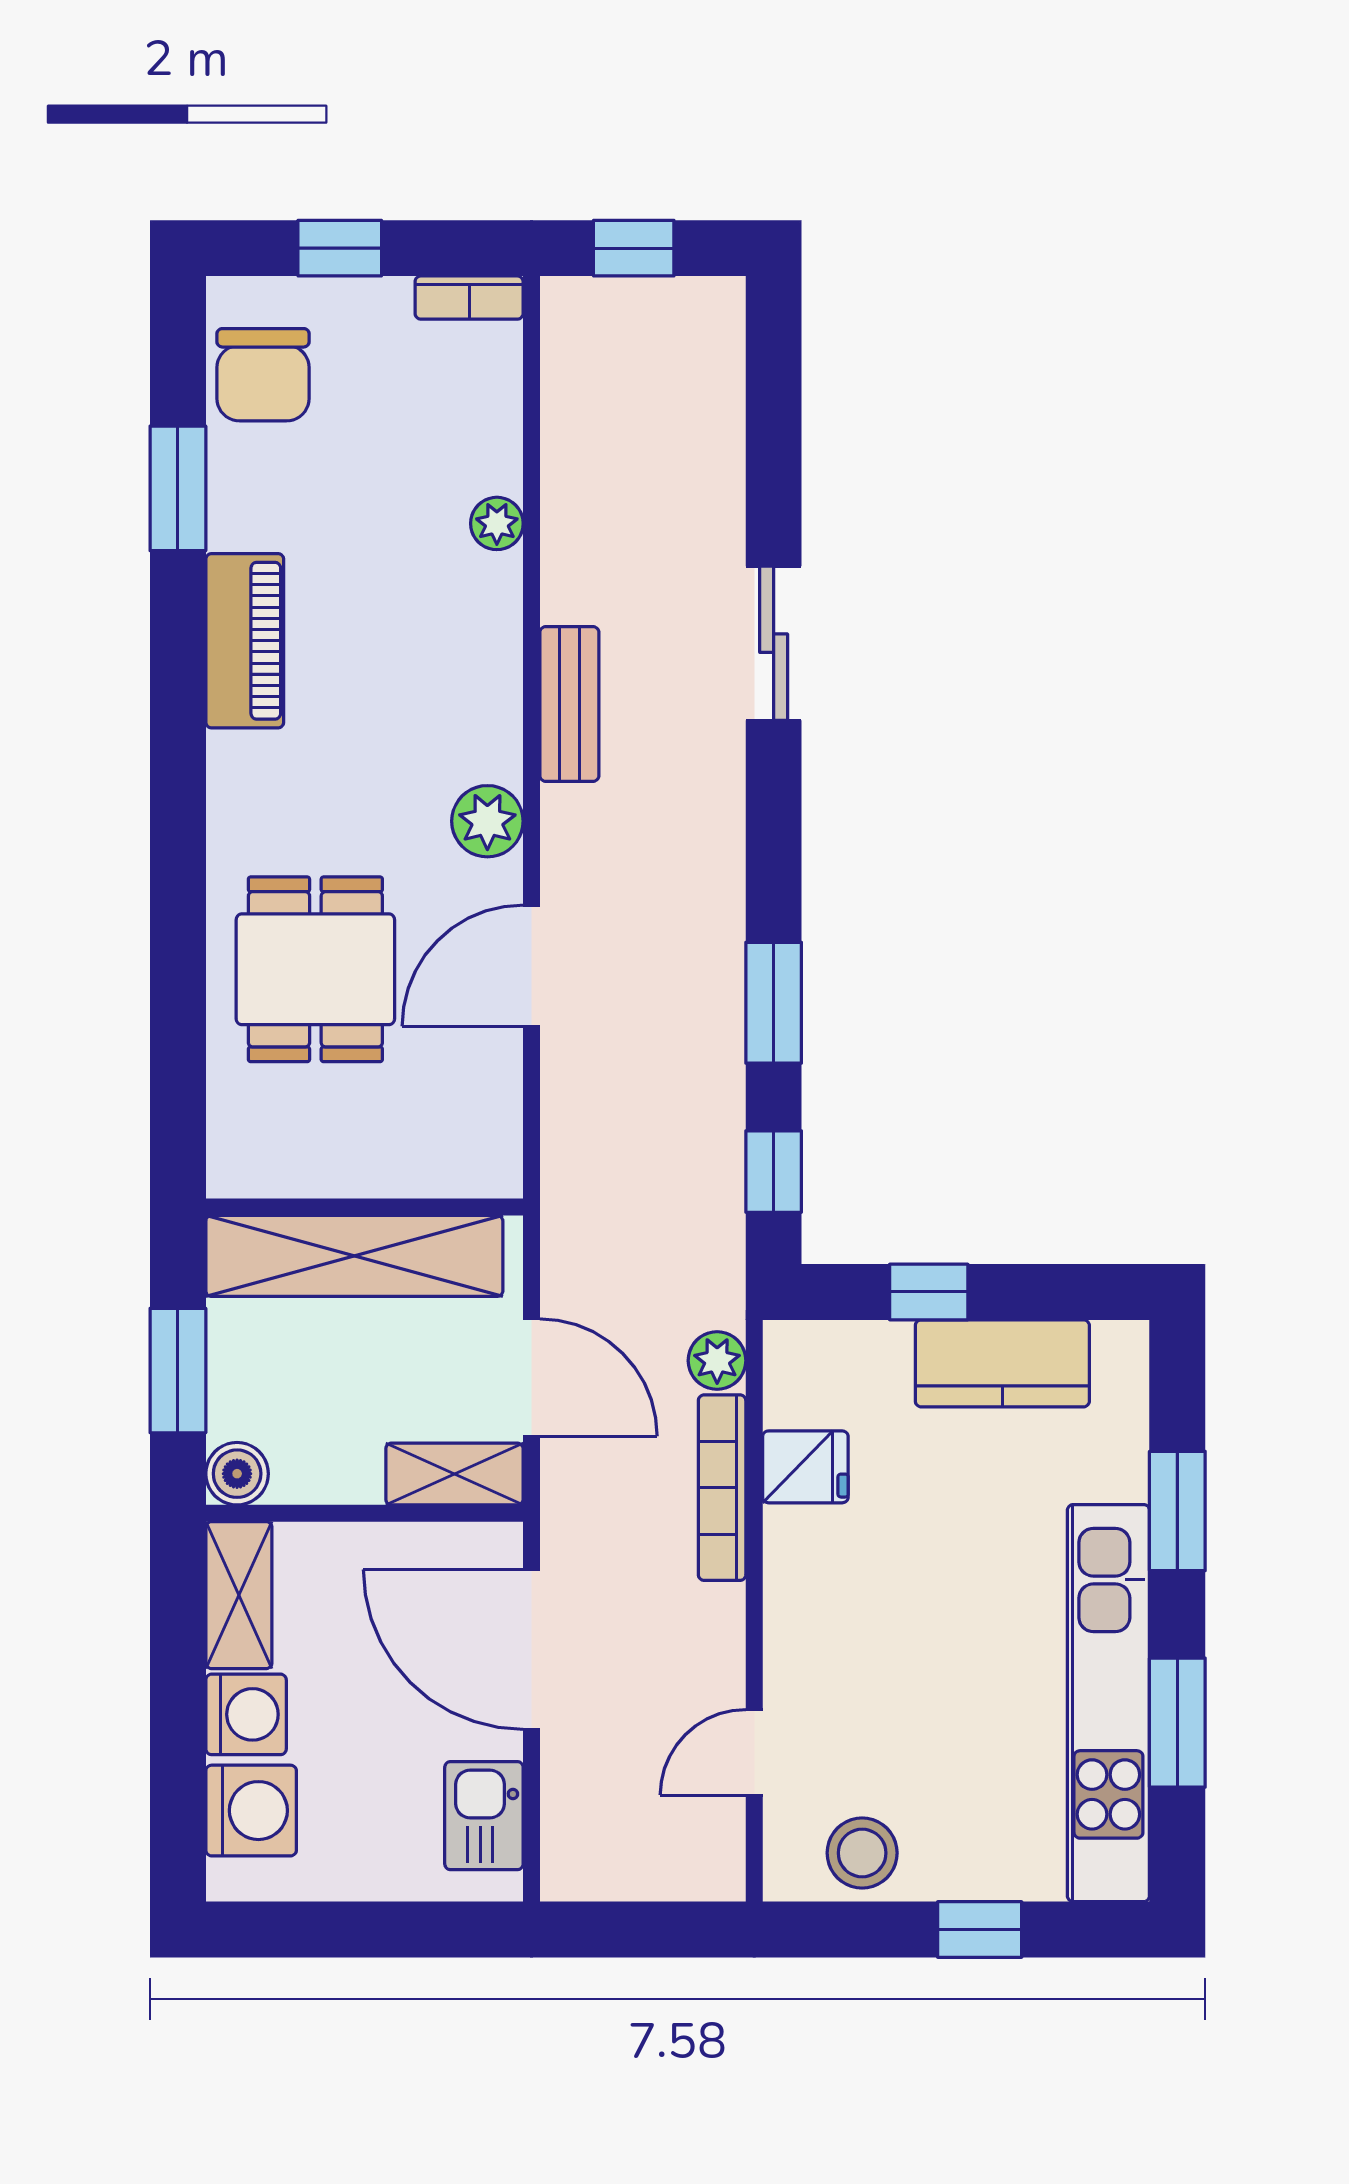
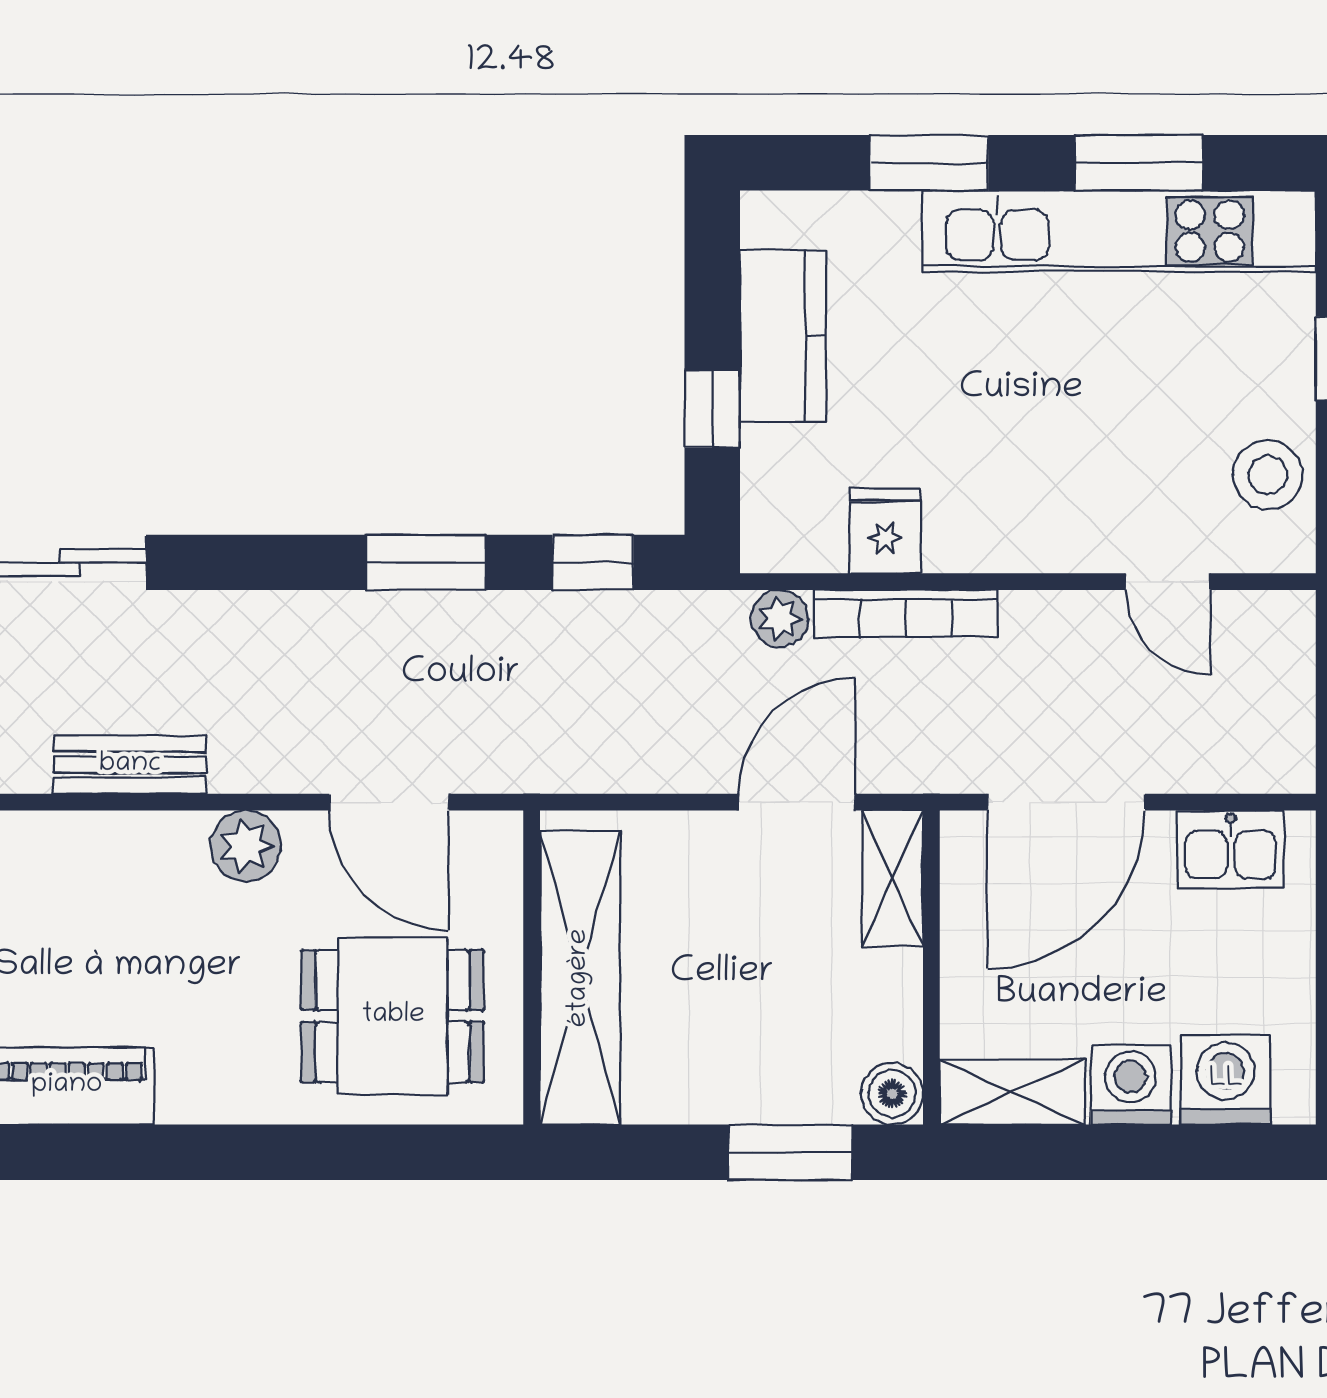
wall: (364, 1207) -> (532, 968), moved
shelving: (354, 1256) -> (580, 978), moved

